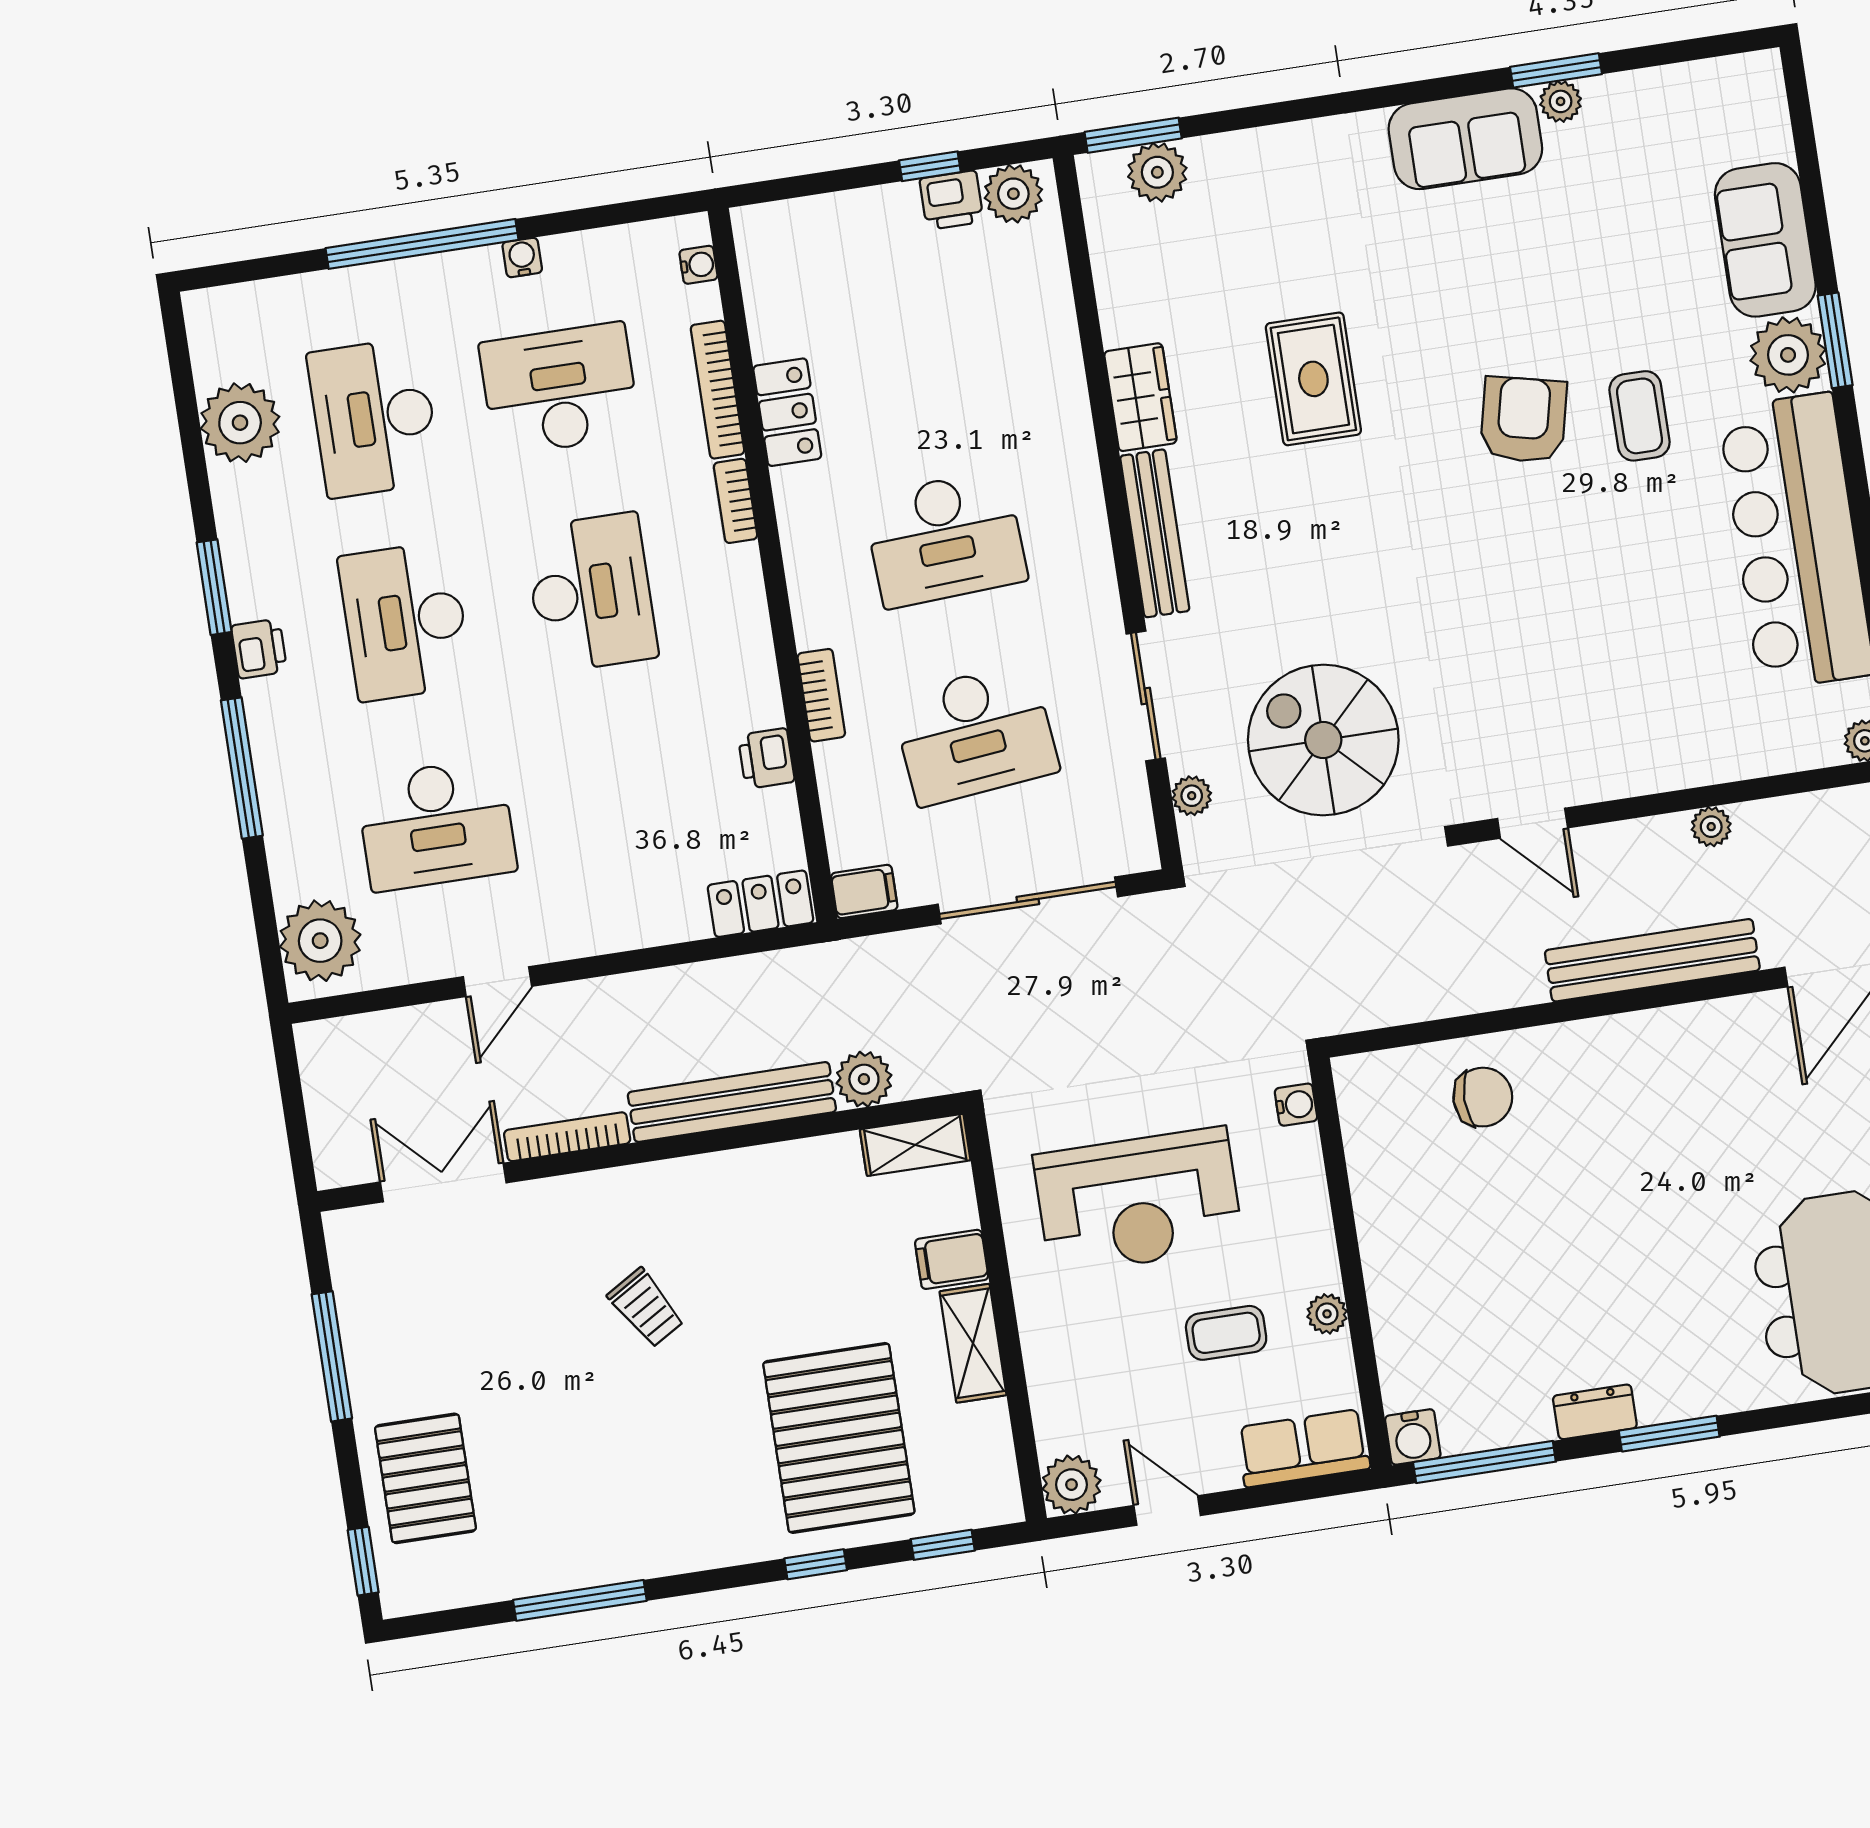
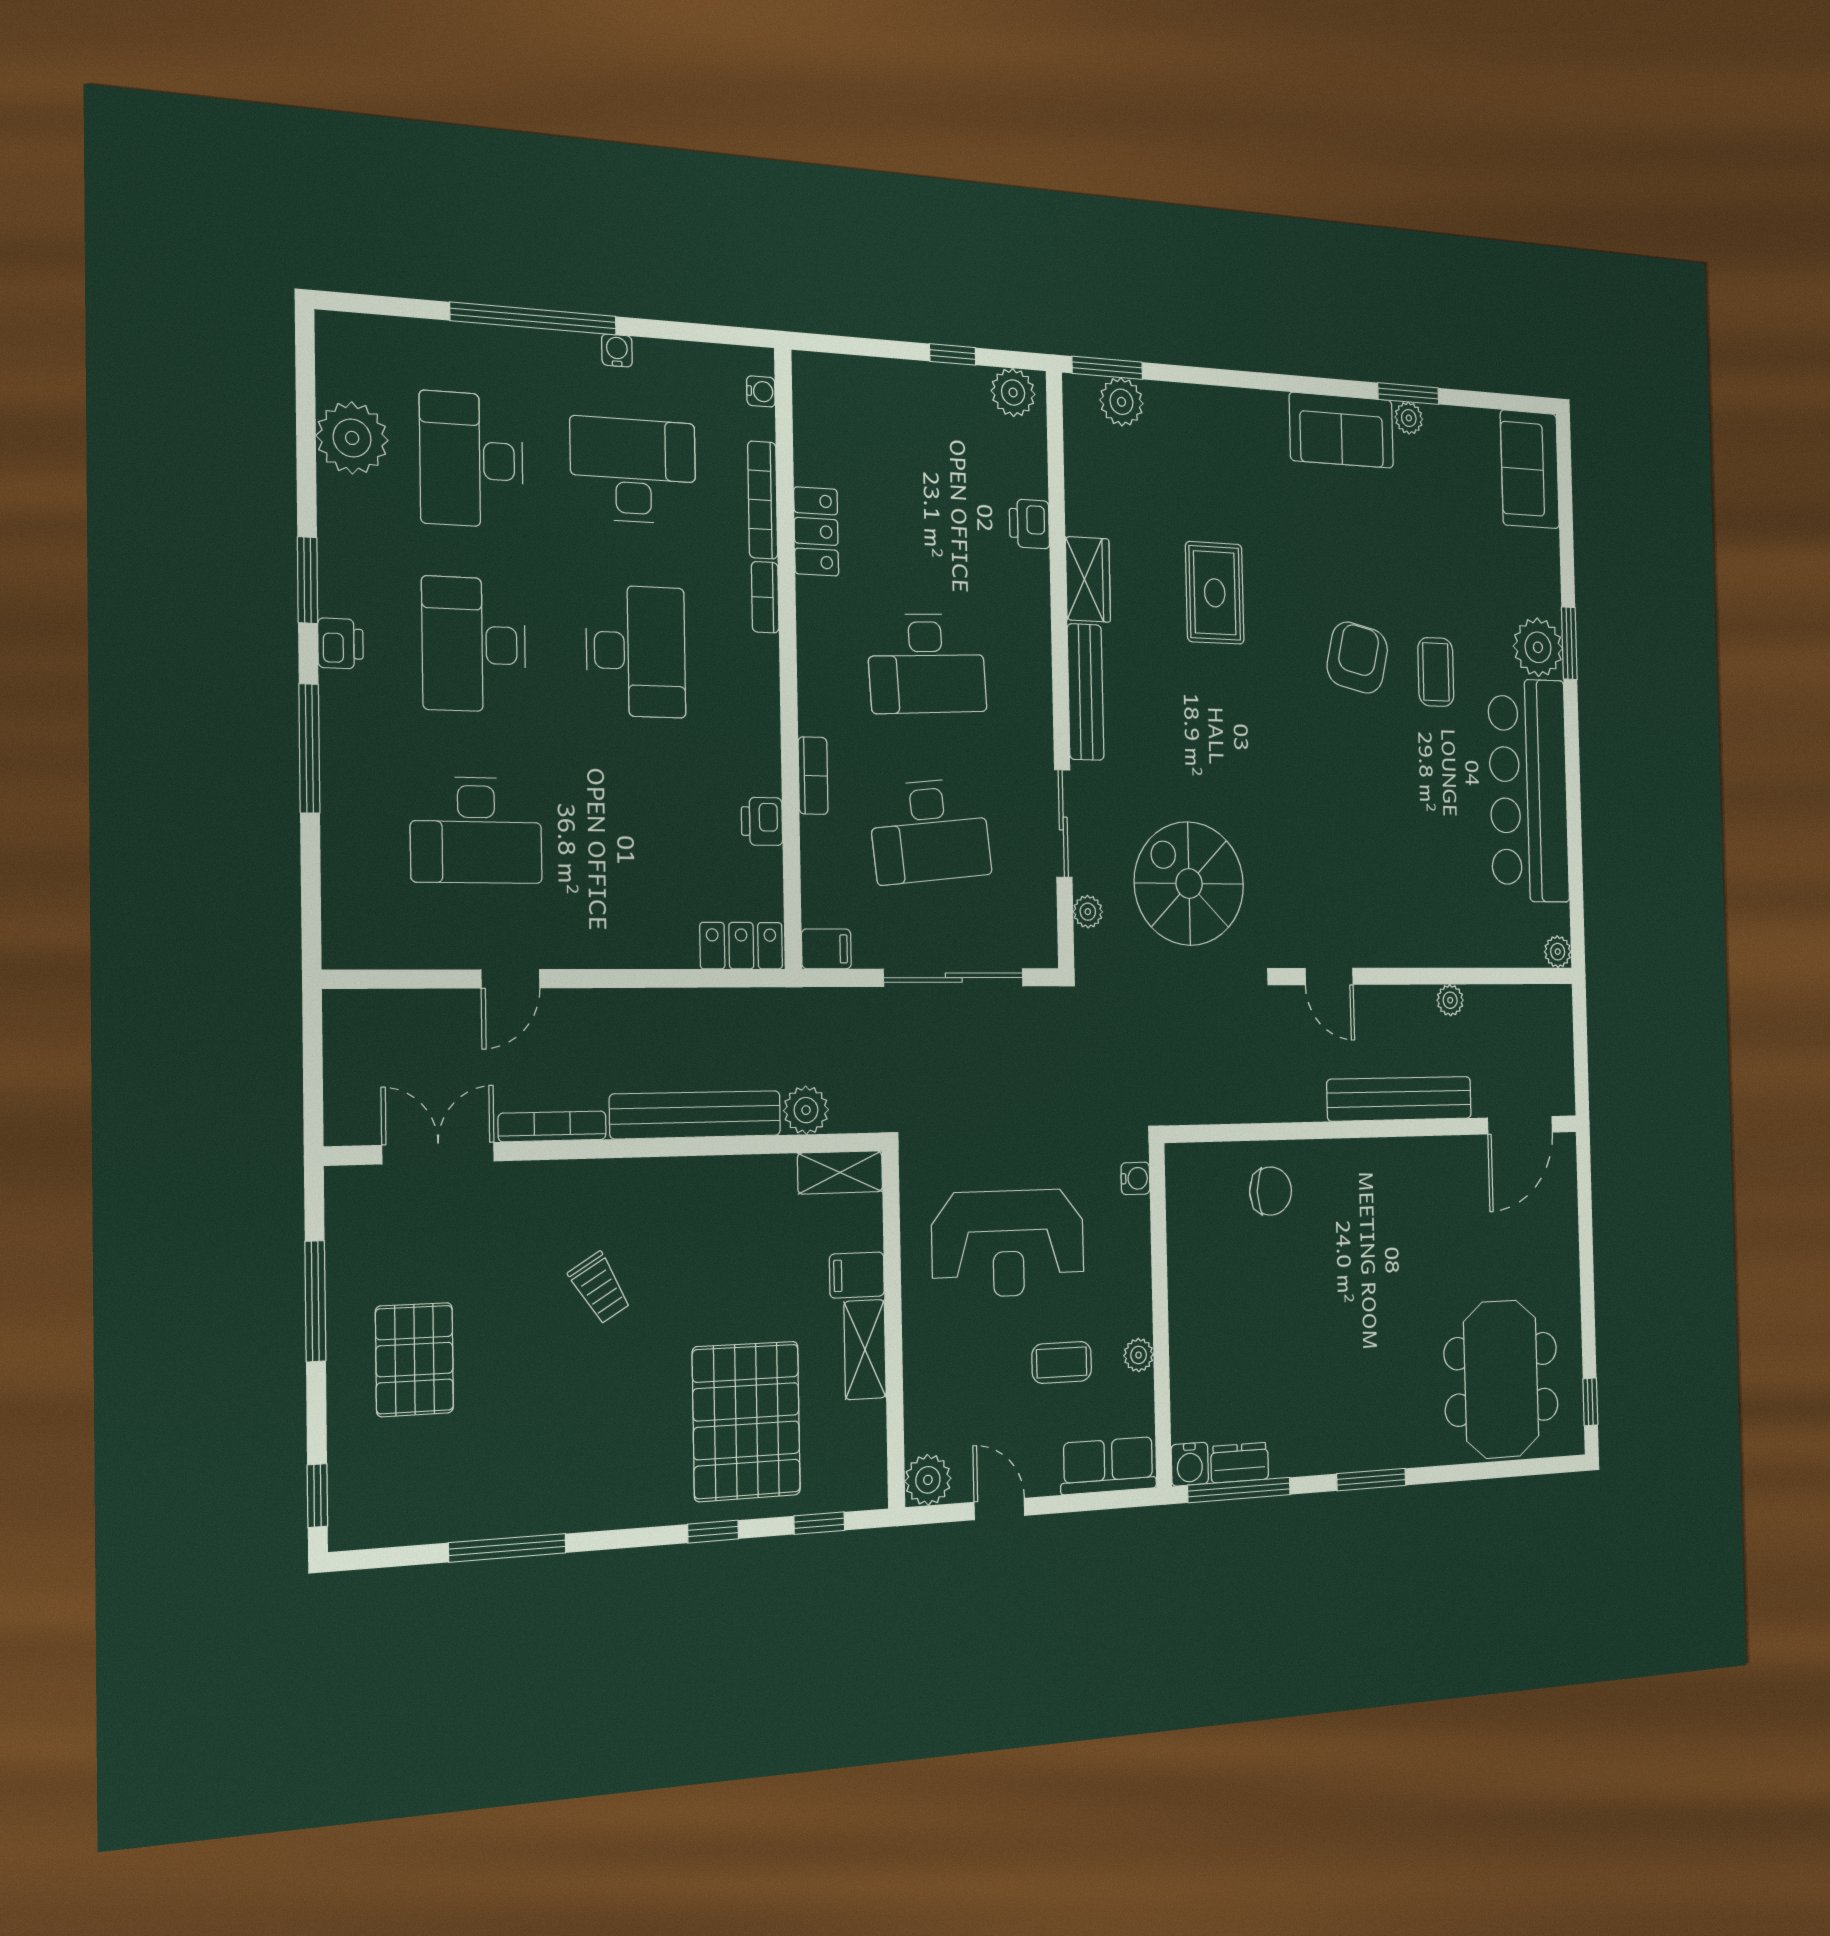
printer: (951, 200) -> (1029, 524), moved, turned 90
sofa: (1765, 240) -> (1530, 469), moved
plant: (320, 941) -> (358, 917), removed
dresser: (1595, 1412) -> (1240, 1463), moved
pallet: (425, 1478) -> (414, 1360), moved

